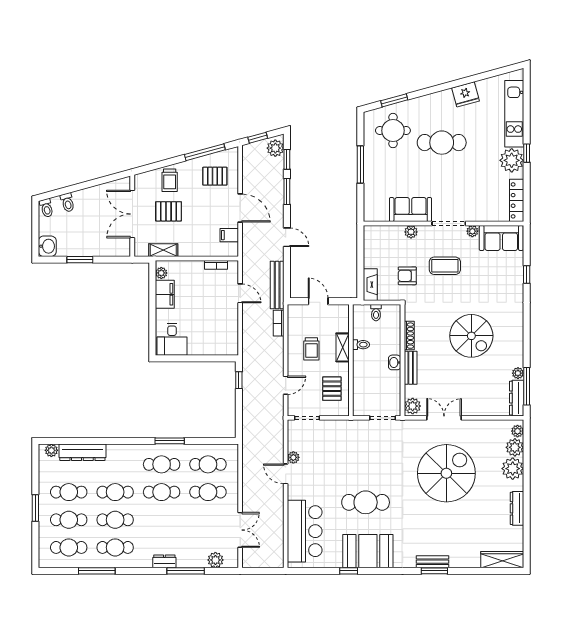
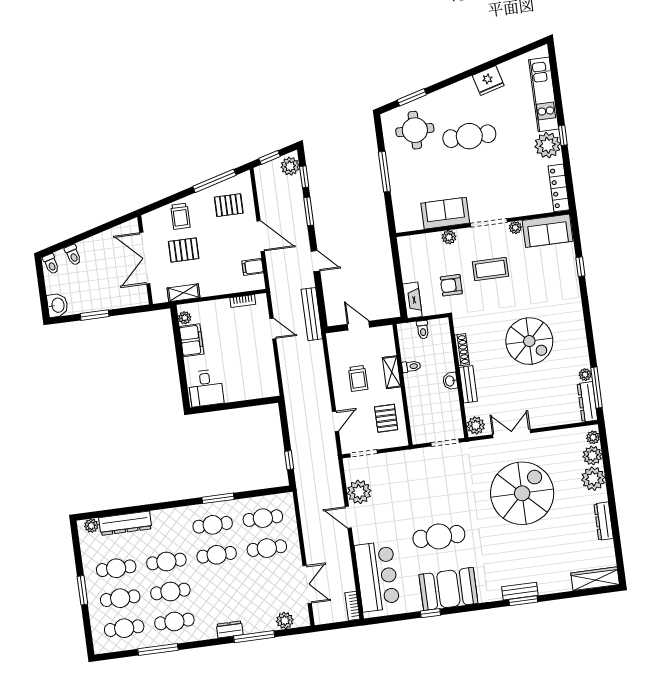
bookcase: (279, 323) -> (352, 606), moved
window: (239, 380) -> (289, 460), moved
plant: (293, 457) -> (359, 492), width x1.87, depth x1.87

